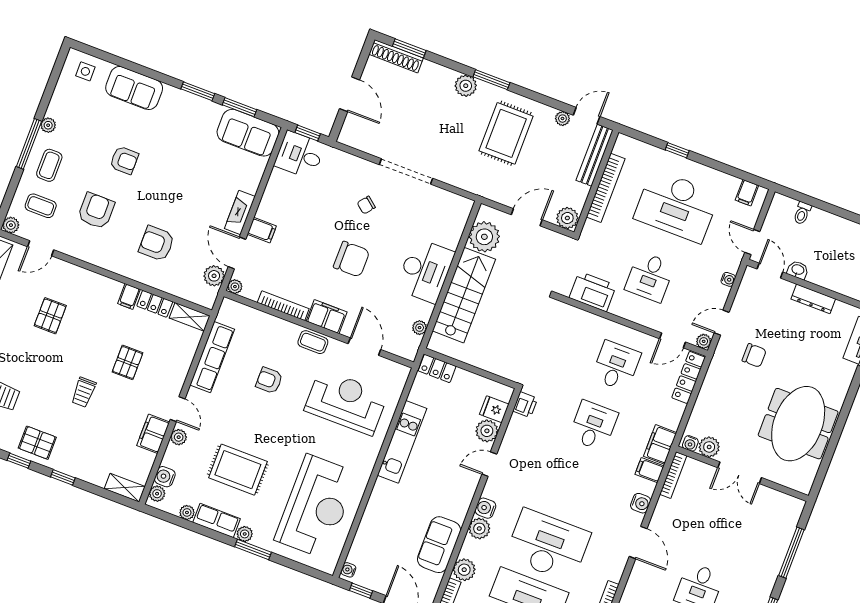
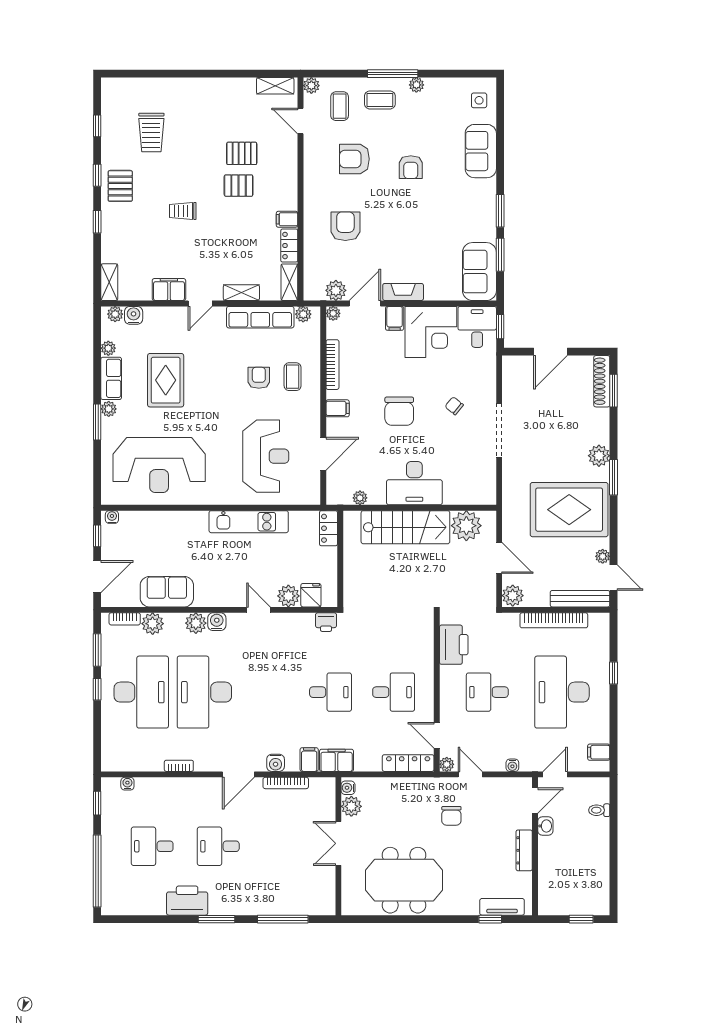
rug: (506, 133) -> (569, 510), width x1.37, depth x1.44
corner desk: (288, 201) -> (431, 332), added
armchair: (96, 211) -> (354, 159), turned 180
filing cabinet: (327, 317) -> (338, 408), width x0.50
coffee table: (313, 342) -> (293, 377), moved
pallet: (128, 362) -> (239, 186), moved
shelving: (182, 366) -> (241, 293), added
plant: (179, 437) -> (303, 314), moved
bookcase: (673, 475) -> (286, 783), moved
desk: (548, 545) -> (204, 692), turned 180

